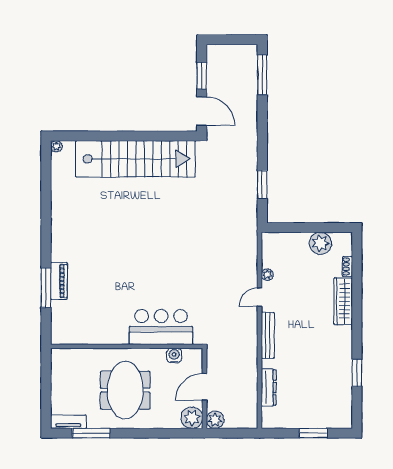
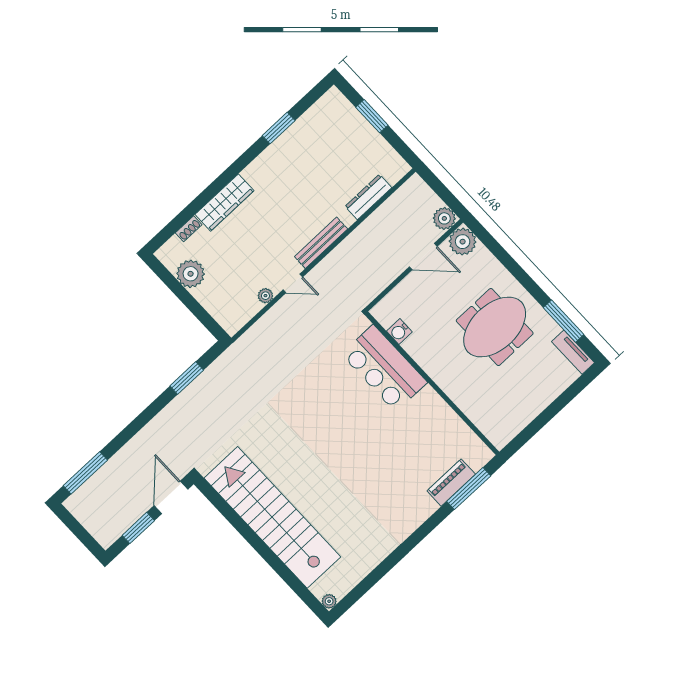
bar counter: (161, 327) -> (384, 368), moved
wall: (127, 346) -> (432, 383), moved
water cooler: (174, 356) -> (399, 332), moved

